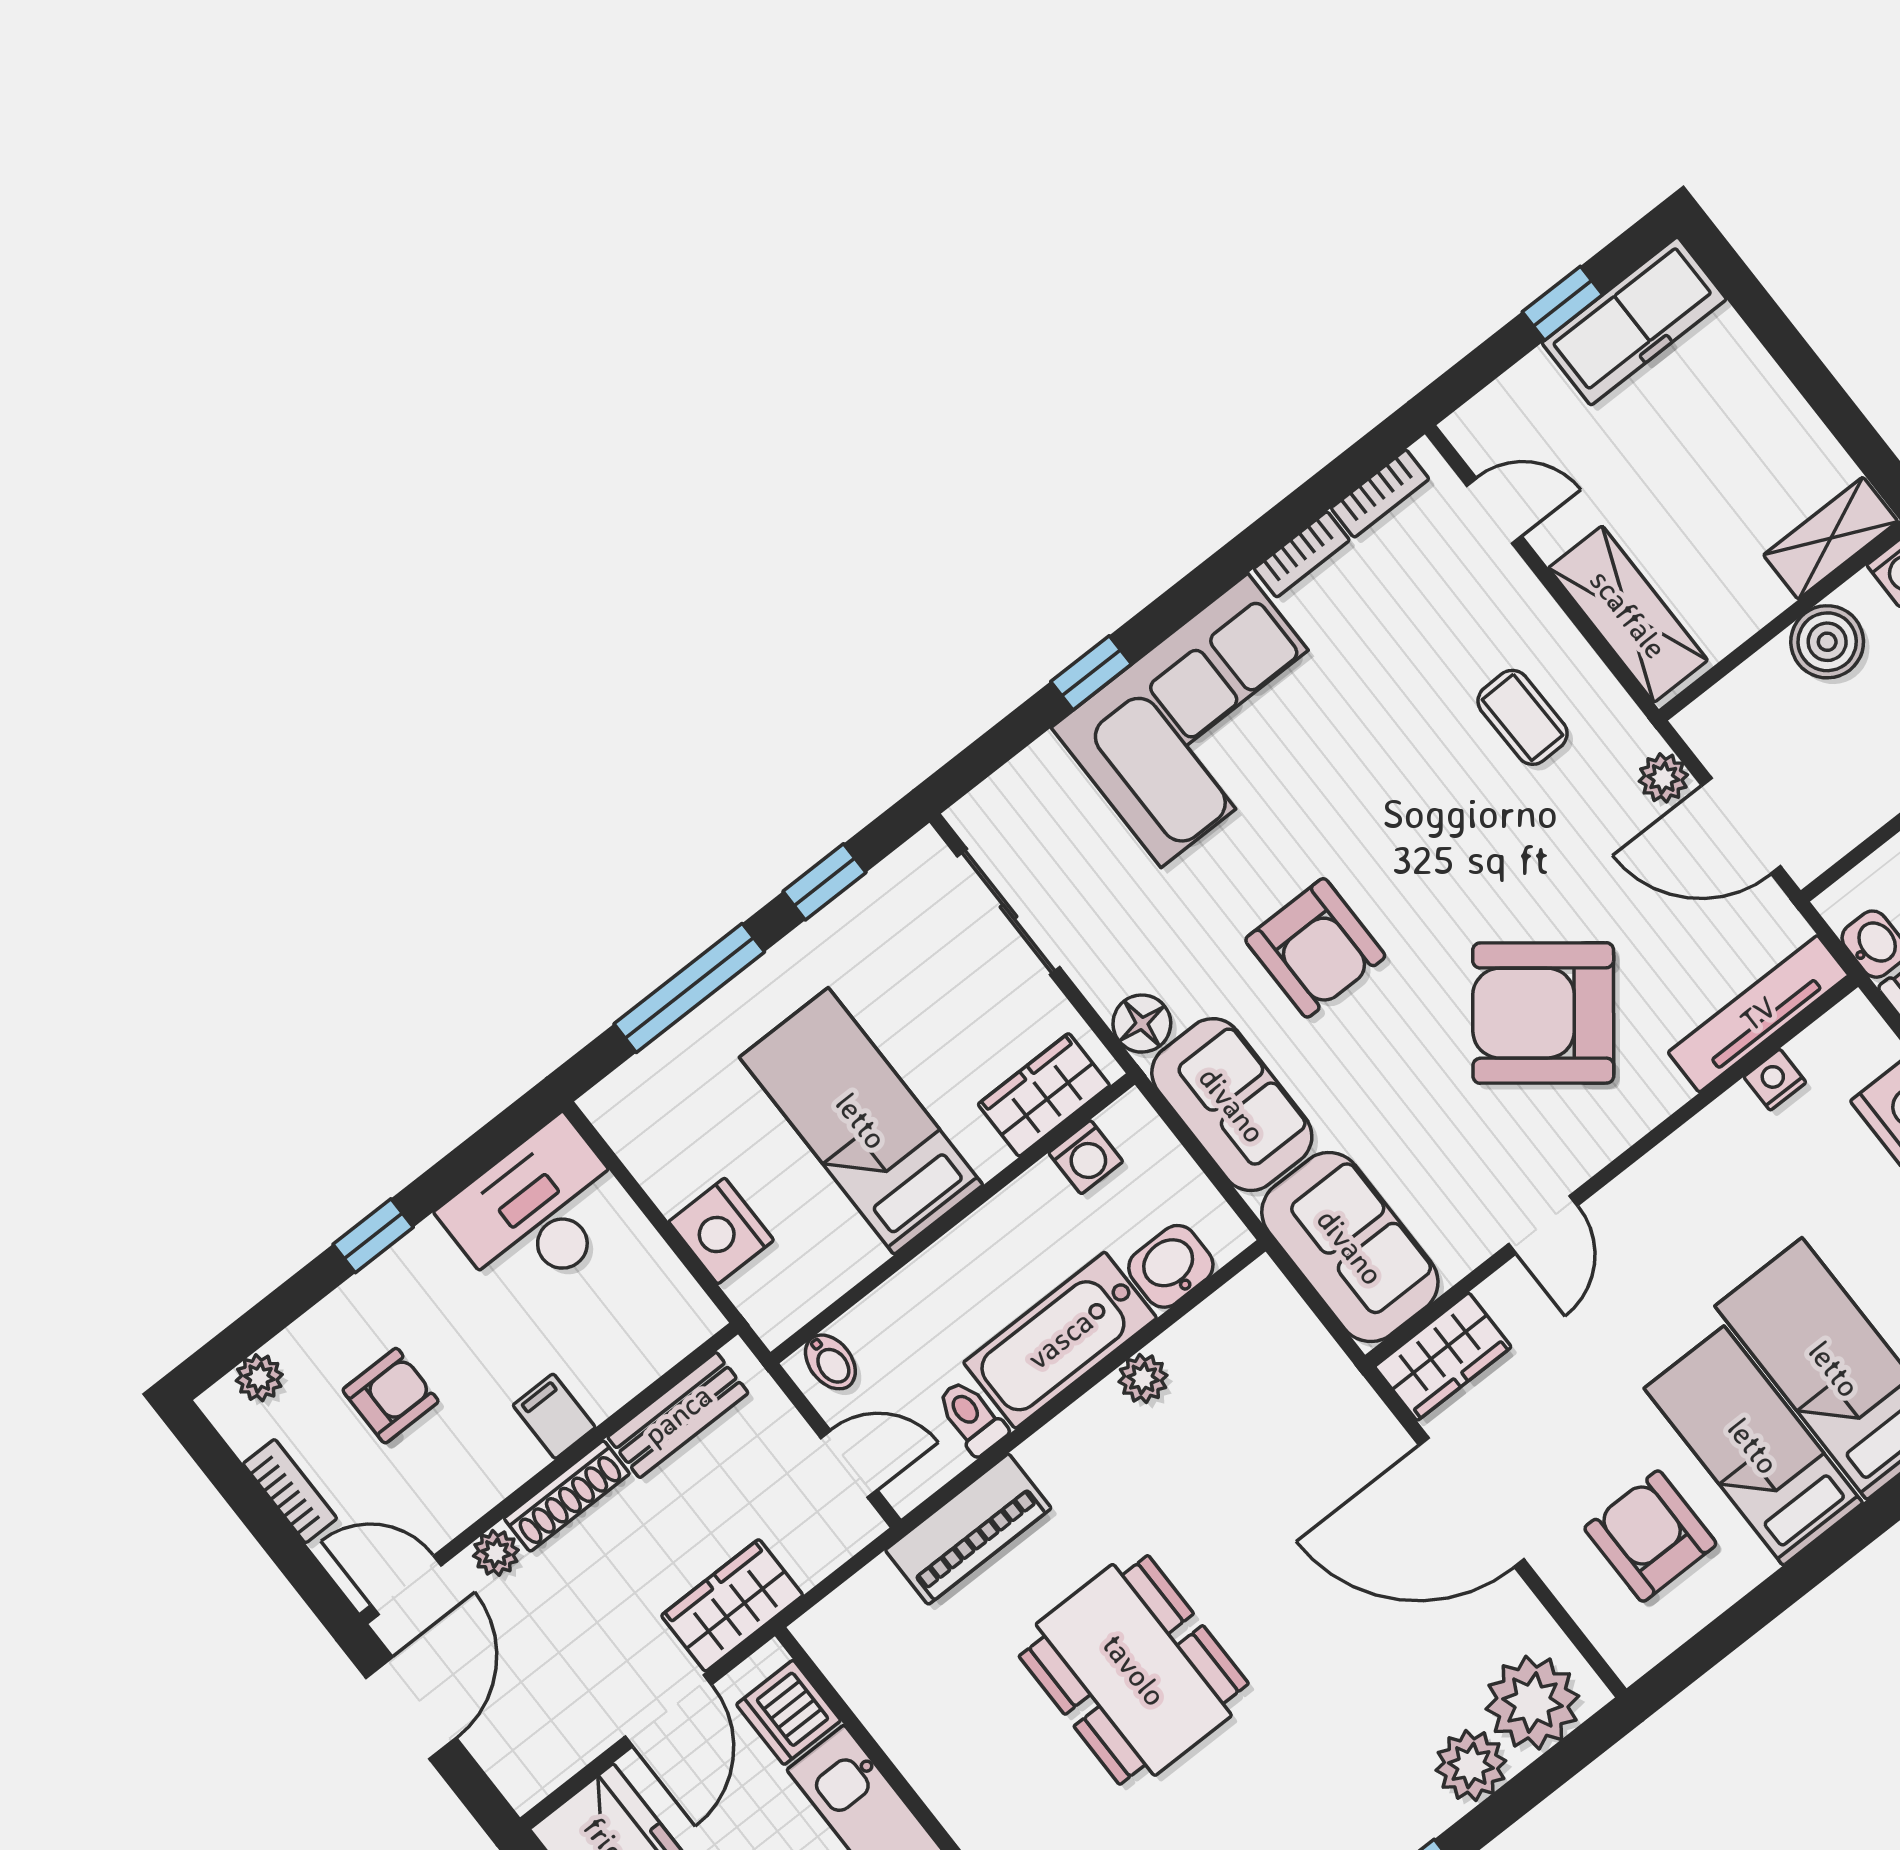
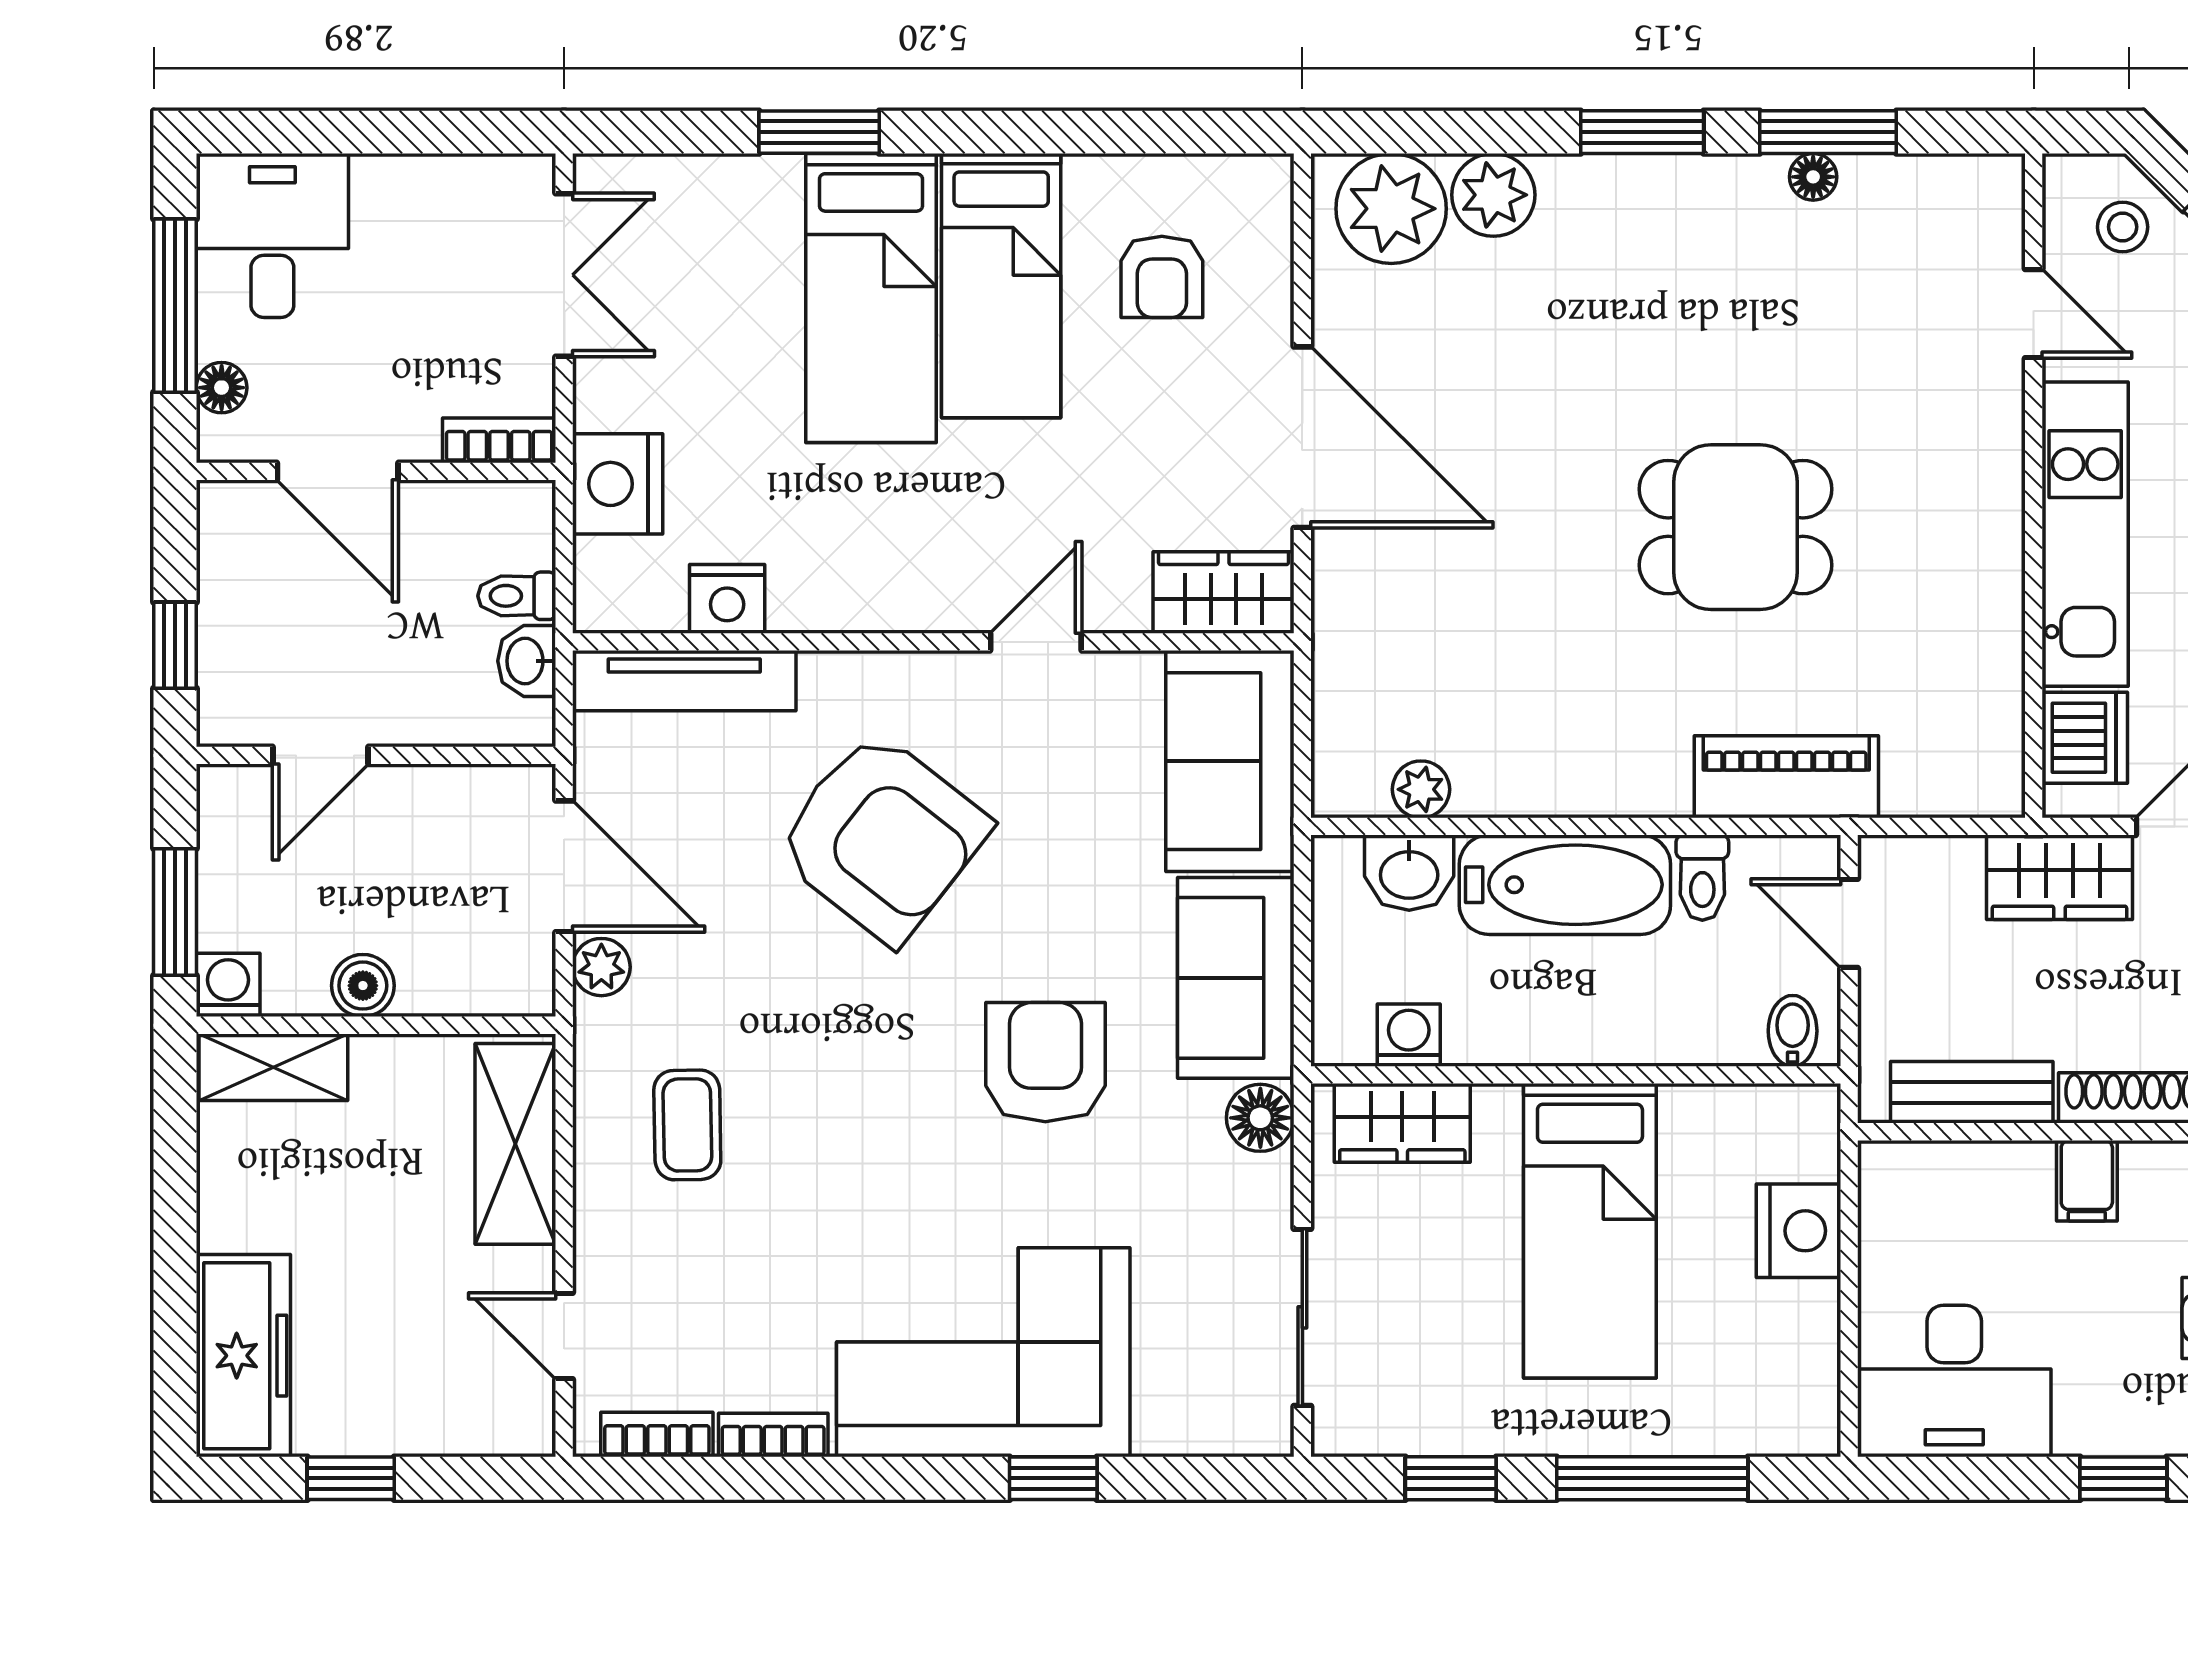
freezer: (1634, 321) -> (243, 1356), moved, turned 90
boiler: (1827, 642) -> (363, 986), width x0.73, depth x0.73
nightstand: (1775, 1080) -> (727, 599), width x1.39, depth x1.35
plant: (1143, 1378) -> (1421, 789), moved
armchair: (1650, 1536) -> (1162, 277), width x0.72, depth x0.72
dining table: (1134, 1670) -> (1735, 527), width x0.73

